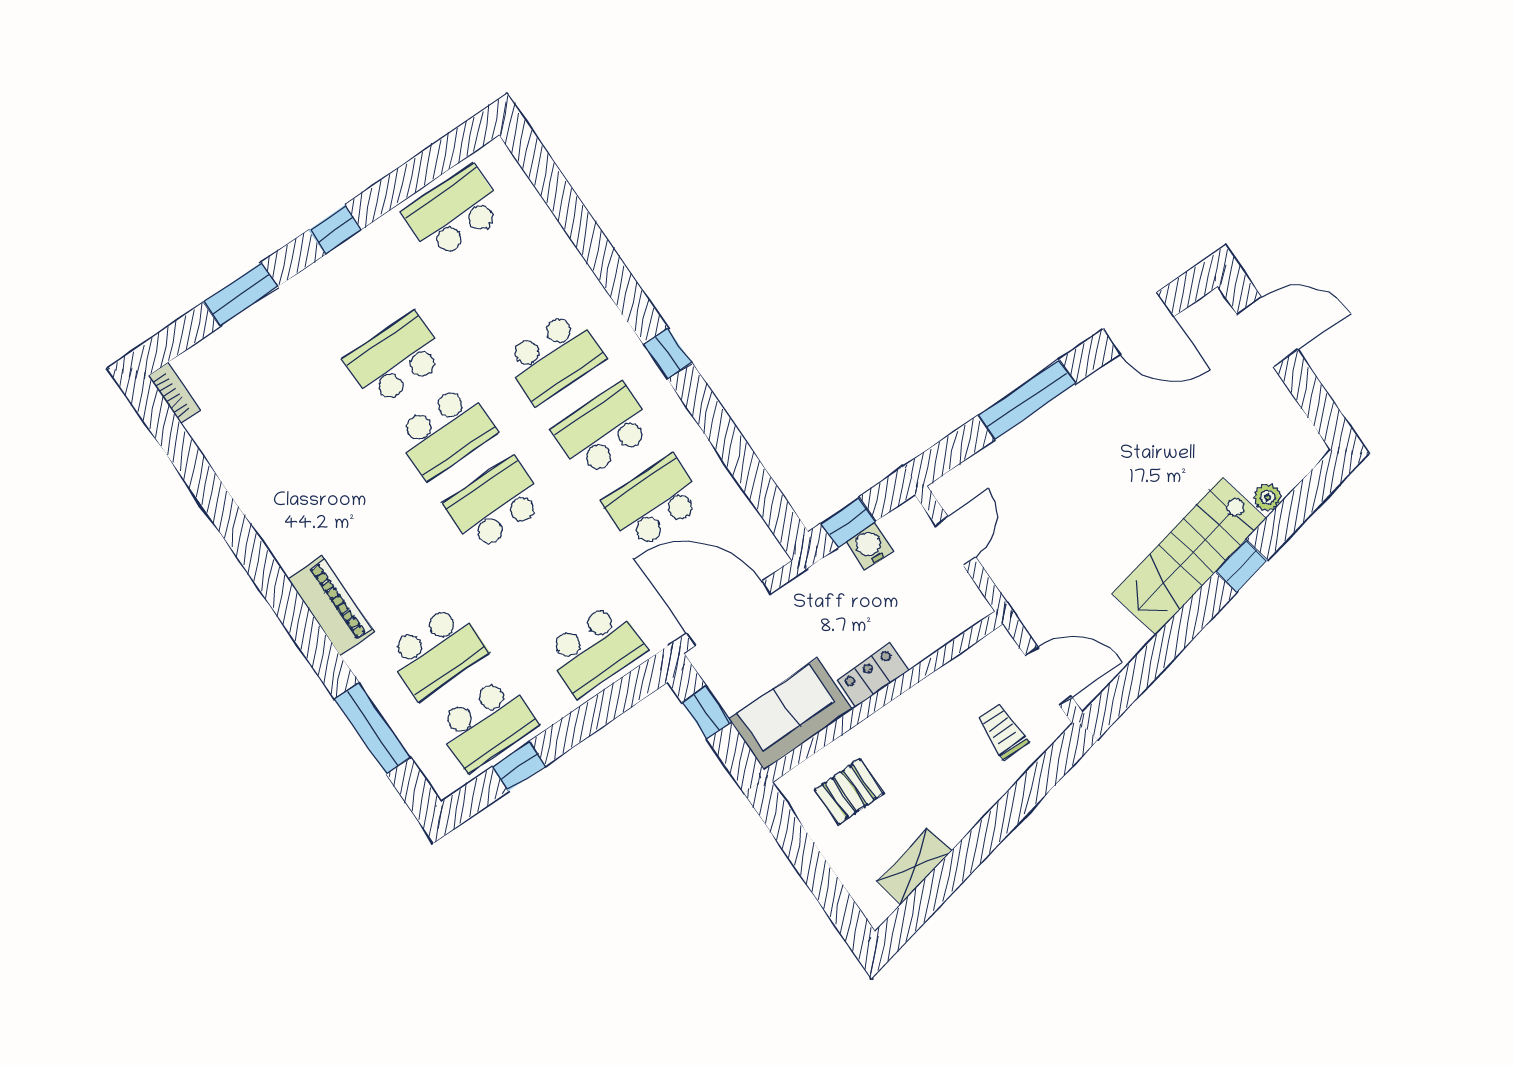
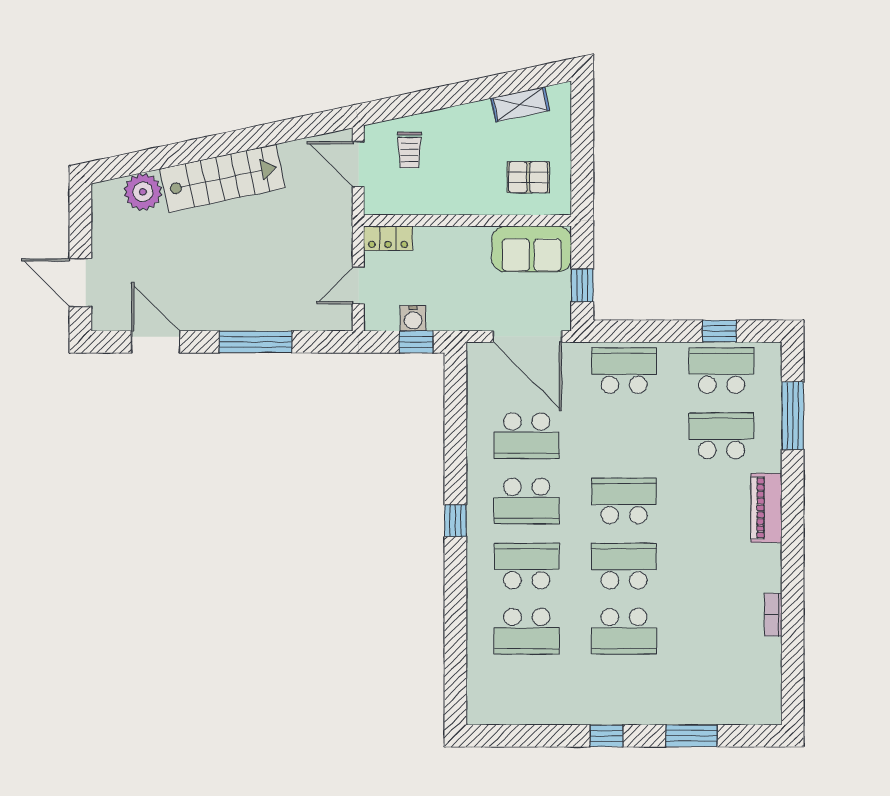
school desk: (454, 212) -> (527, 631), moved
bookcase: (174, 393) -> (773, 615), moved
plant: (1268, 497) -> (143, 192), width x1.88, depth x1.88
school desk: (495, 504) -> (624, 501), turned 180
window: (1241, 566) -> (194, 150), removed
locker: (873, 675) -> (388, 238), moved

